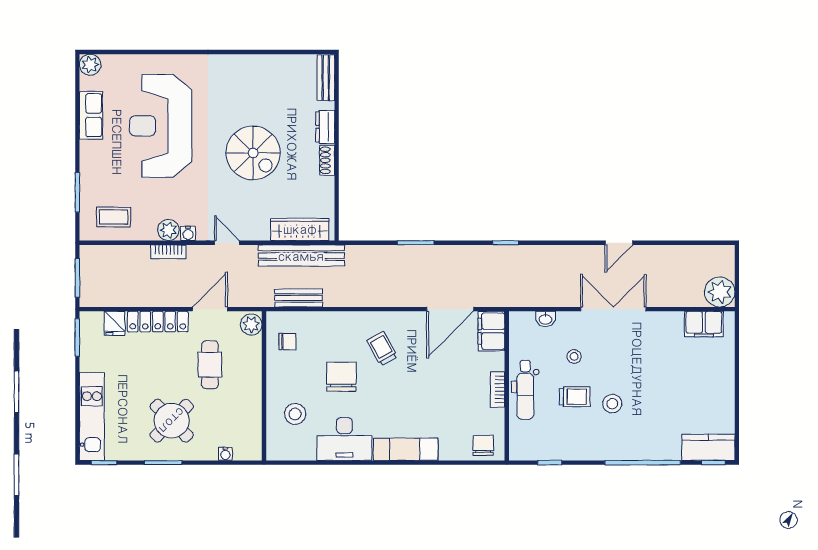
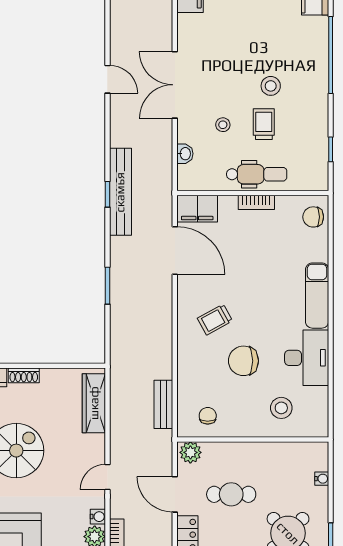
bench: (301, 256) -> (120, 192), moved

